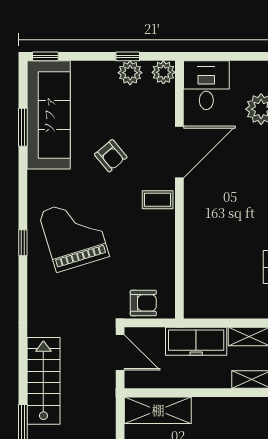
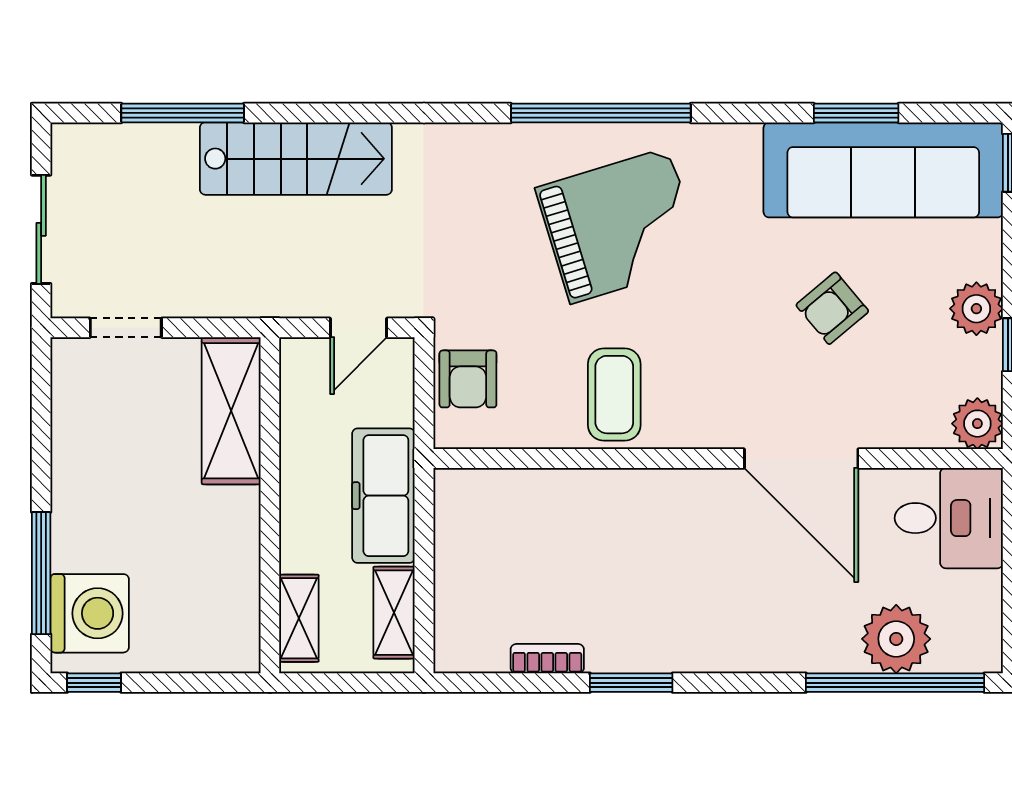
plant: (130, 73) -> (976, 309), moved
armchair: (111, 156) -> (832, 308), moved
coffee table: (158, 200) -> (614, 395), moved, width x1.36, depth x1.30
window: (23, 243) -> (601, 113), width x3.17
door: (120, 352) -> (359, 328), width x0.73

